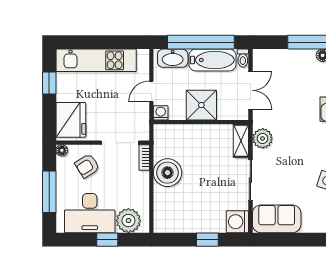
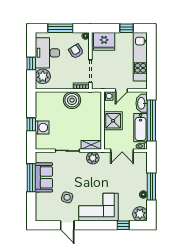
door: (151, 91) -> (121, 90), swing flipped
sofa: (277, 219) -> (44, 177), moved
washing machine: (237, 222) -> (42, 128), moved, turned 90
window: (295, 240) -> (31, 178), added

